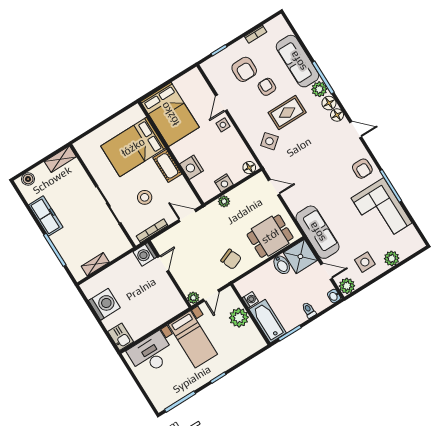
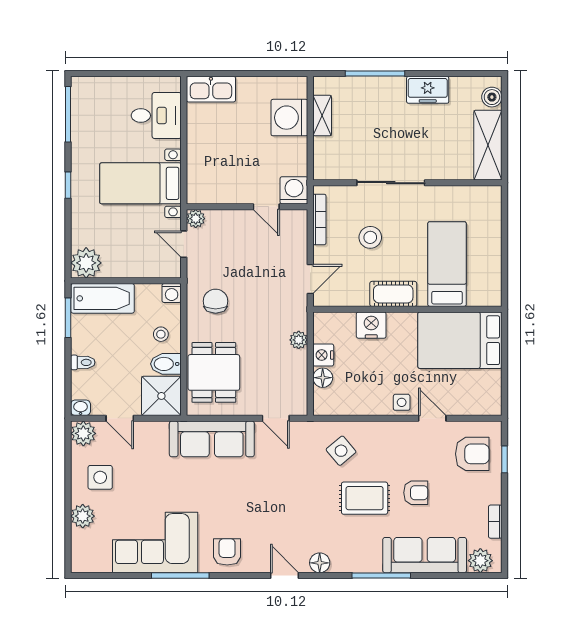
armchair: (244, 69) -> (472, 454), moved, turned 180
plant: (319, 89) -> (480, 561), moved
floor lamp: (329, 103) -> (342, 562), removed
rug: (287, 113) -> (365, 498), turned 90
door: (356, 130) -> (284, 575), swing flipped
bed: (133, 147) -> (447, 264), width x0.67
shelving: (60, 159) -> (488, 145), width x1.50, depth x1.33
floor lamp: (249, 168) -> (323, 378), moved
armchair: (362, 169) -> (227, 552), turned 90
door: (274, 187) -> (276, 418), hinge flipped
freezer: (46, 216) -> (428, 90), width x0.71
sofa: (317, 232) -> (212, 439), moved
chair: (231, 259) -> (216, 301), turned 112
door: (326, 271) -> (120, 418), hinge flipped
stool: (267, 278) -> (161, 334), added
washing machine: (250, 300) -> (172, 293), moved
washing machine: (104, 304) -> (289, 118), moved, turned 90
plant: (239, 318) -> (86, 263), moved
kitchen sink: (121, 337) -> (211, 89), width x1.38
desk: (151, 354) -> (156, 116), width x0.73

